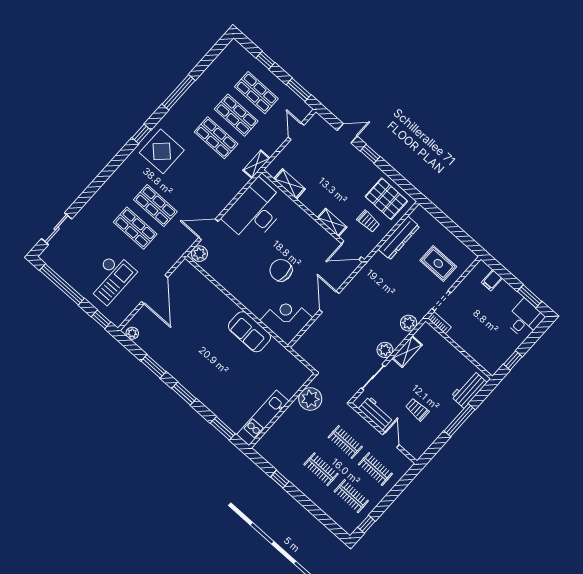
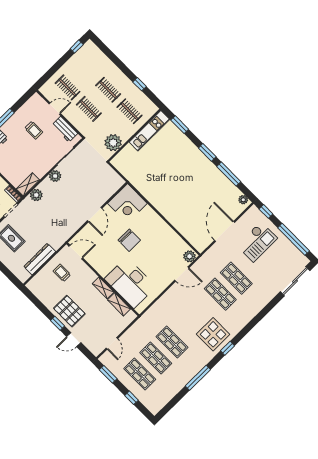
shelving: (256, 164) -> (143, 321), removed
pallet: (386, 199) -> (69, 311), moved
desk: (255, 211) -> (130, 283), moved, turned 90
shelving: (332, 222) -> (103, 288), moved
sliding door: (57, 229) -> (295, 281), width x1.37
checkout: (110, 278) -> (257, 242), turned 180
sofa: (249, 332) -> (156, 196), removed
shelving: (407, 352) -> (28, 184), moved
window: (154, 366) -> (229, 174), width x1.44
door: (391, 440) -> (55, 109), swing flipped
clothes rail: (351, 496) -> (130, 111), moved

